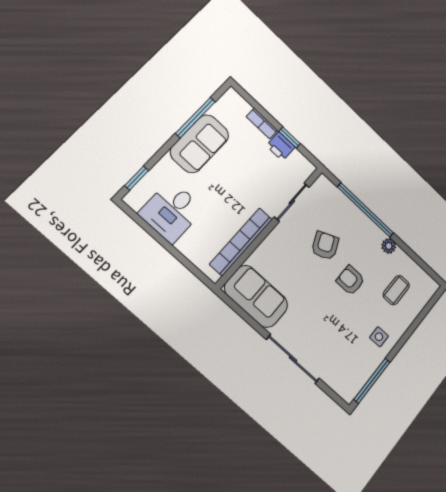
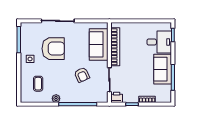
printer: (281, 146) -> (117, 97), moved
desk: (171, 211) -> (159, 42), moved, turned 90
armchair: (351, 280) -> (53, 49), moved, width x1.88, depth x1.88
sofa: (256, 296) -> (99, 44), moved, turned 90

